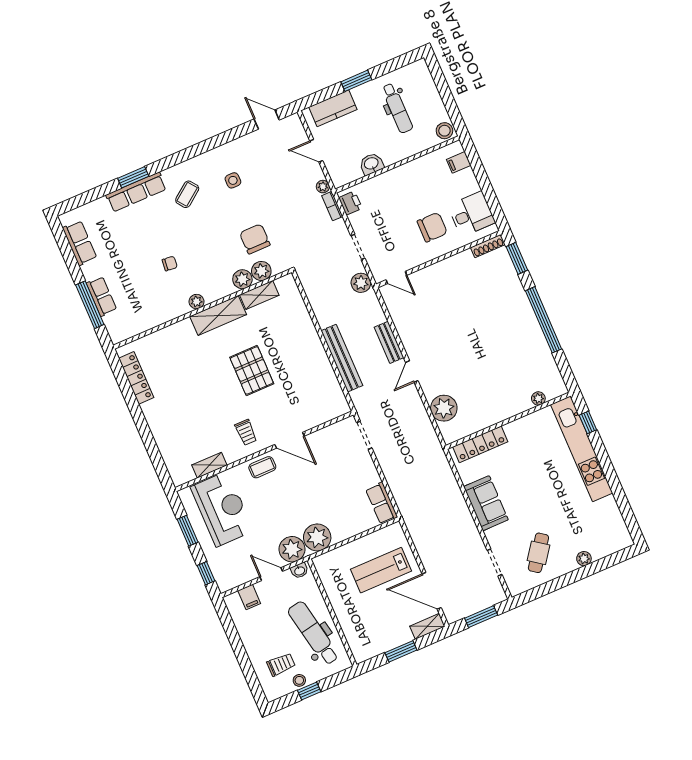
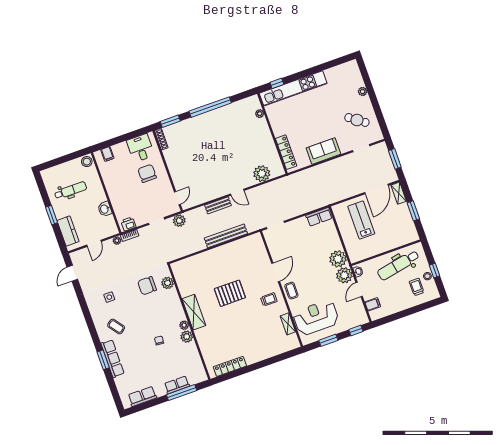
plant: (242, 279) -> (187, 337), moved
shelving: (259, 295) -> (183, 285), removed
lab bench: (381, 570) -> (361, 220), turned 180

